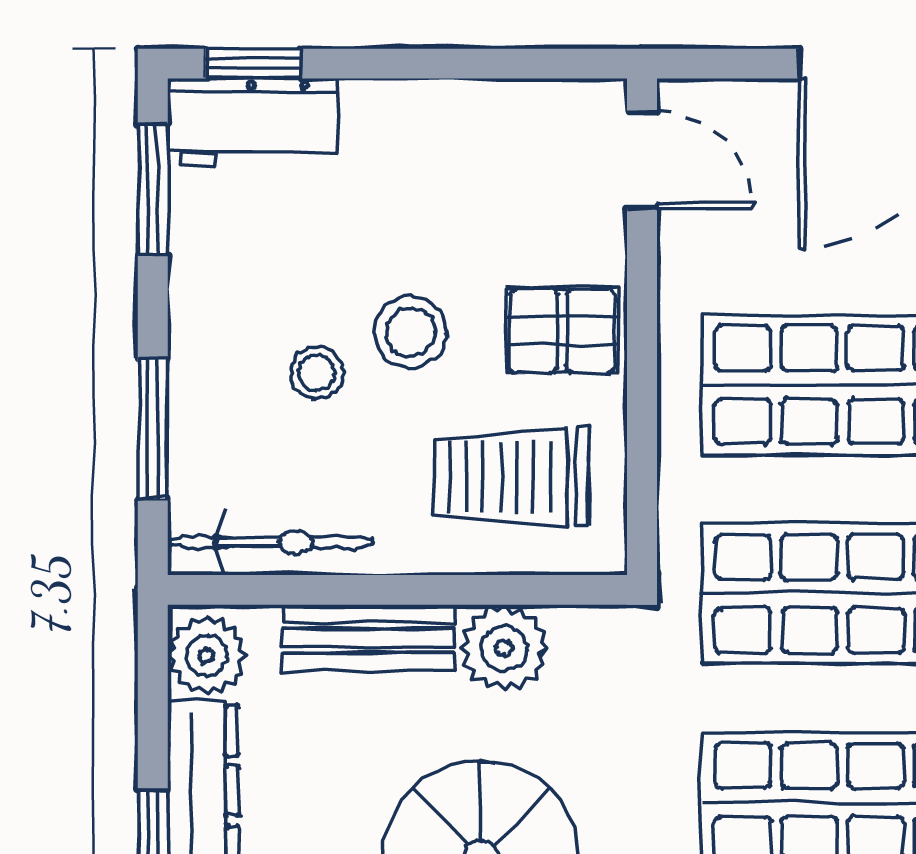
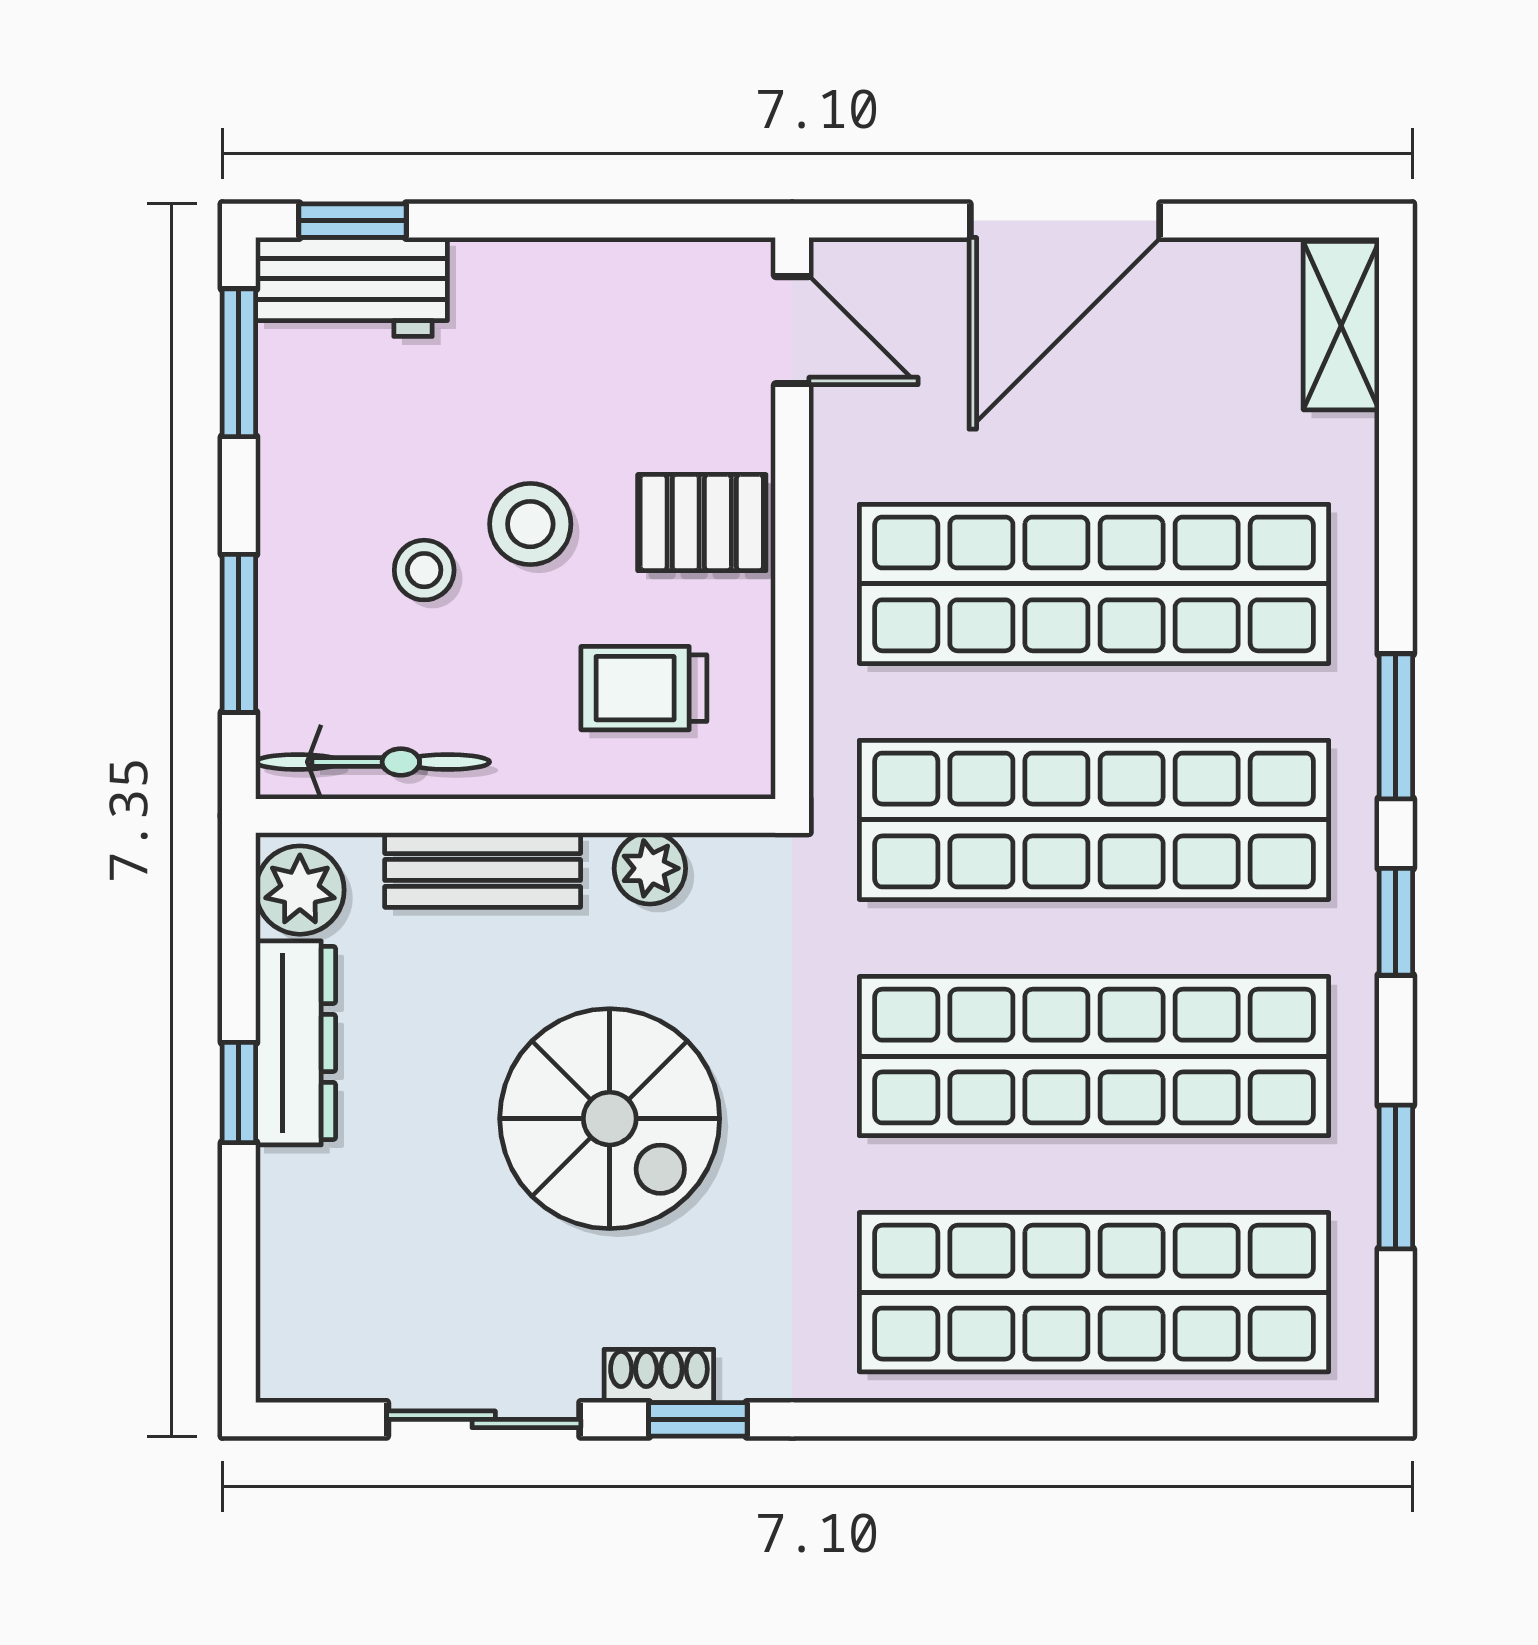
trolley: (511, 477) -> (644, 688), width x0.73, depth x0.72
plant: (504, 648) -> (650, 868), width x0.73, depth x0.73

